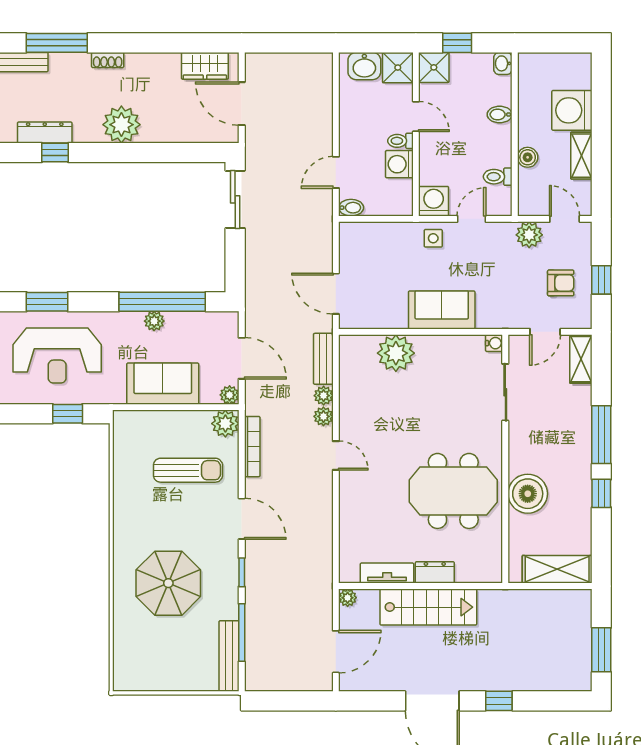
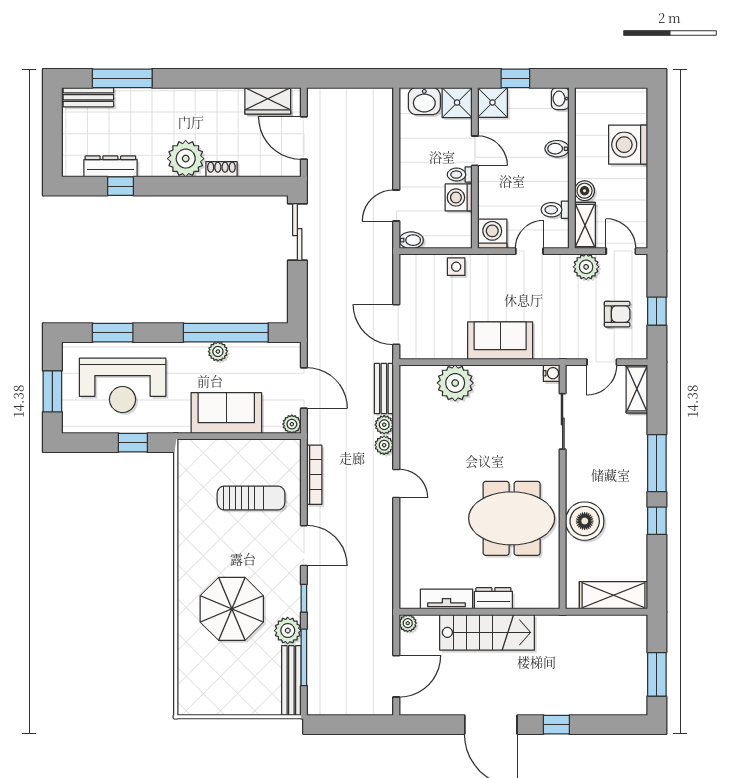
shoe rack: (108, 60) -> (221, 169), moved, turned 180
shelving: (581, 156) -> (585, 225), moved
side table: (433, 238) -> (456, 267), moved
plant: (225, 424) -> (288, 631), moved

